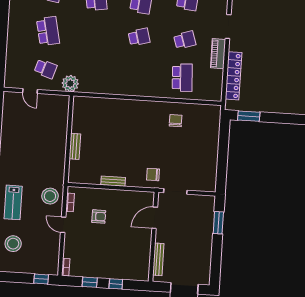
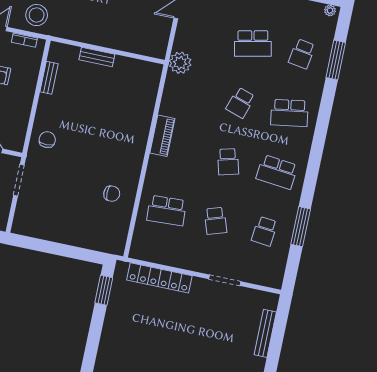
piano: (218, 54) -> (162, 136), moved, turned 90
school desk: (46, 69) -> (240, 103), moved
chair: (153, 175) -> (47, 140), moved
bench: (113, 181) -> (49, 78), moved

